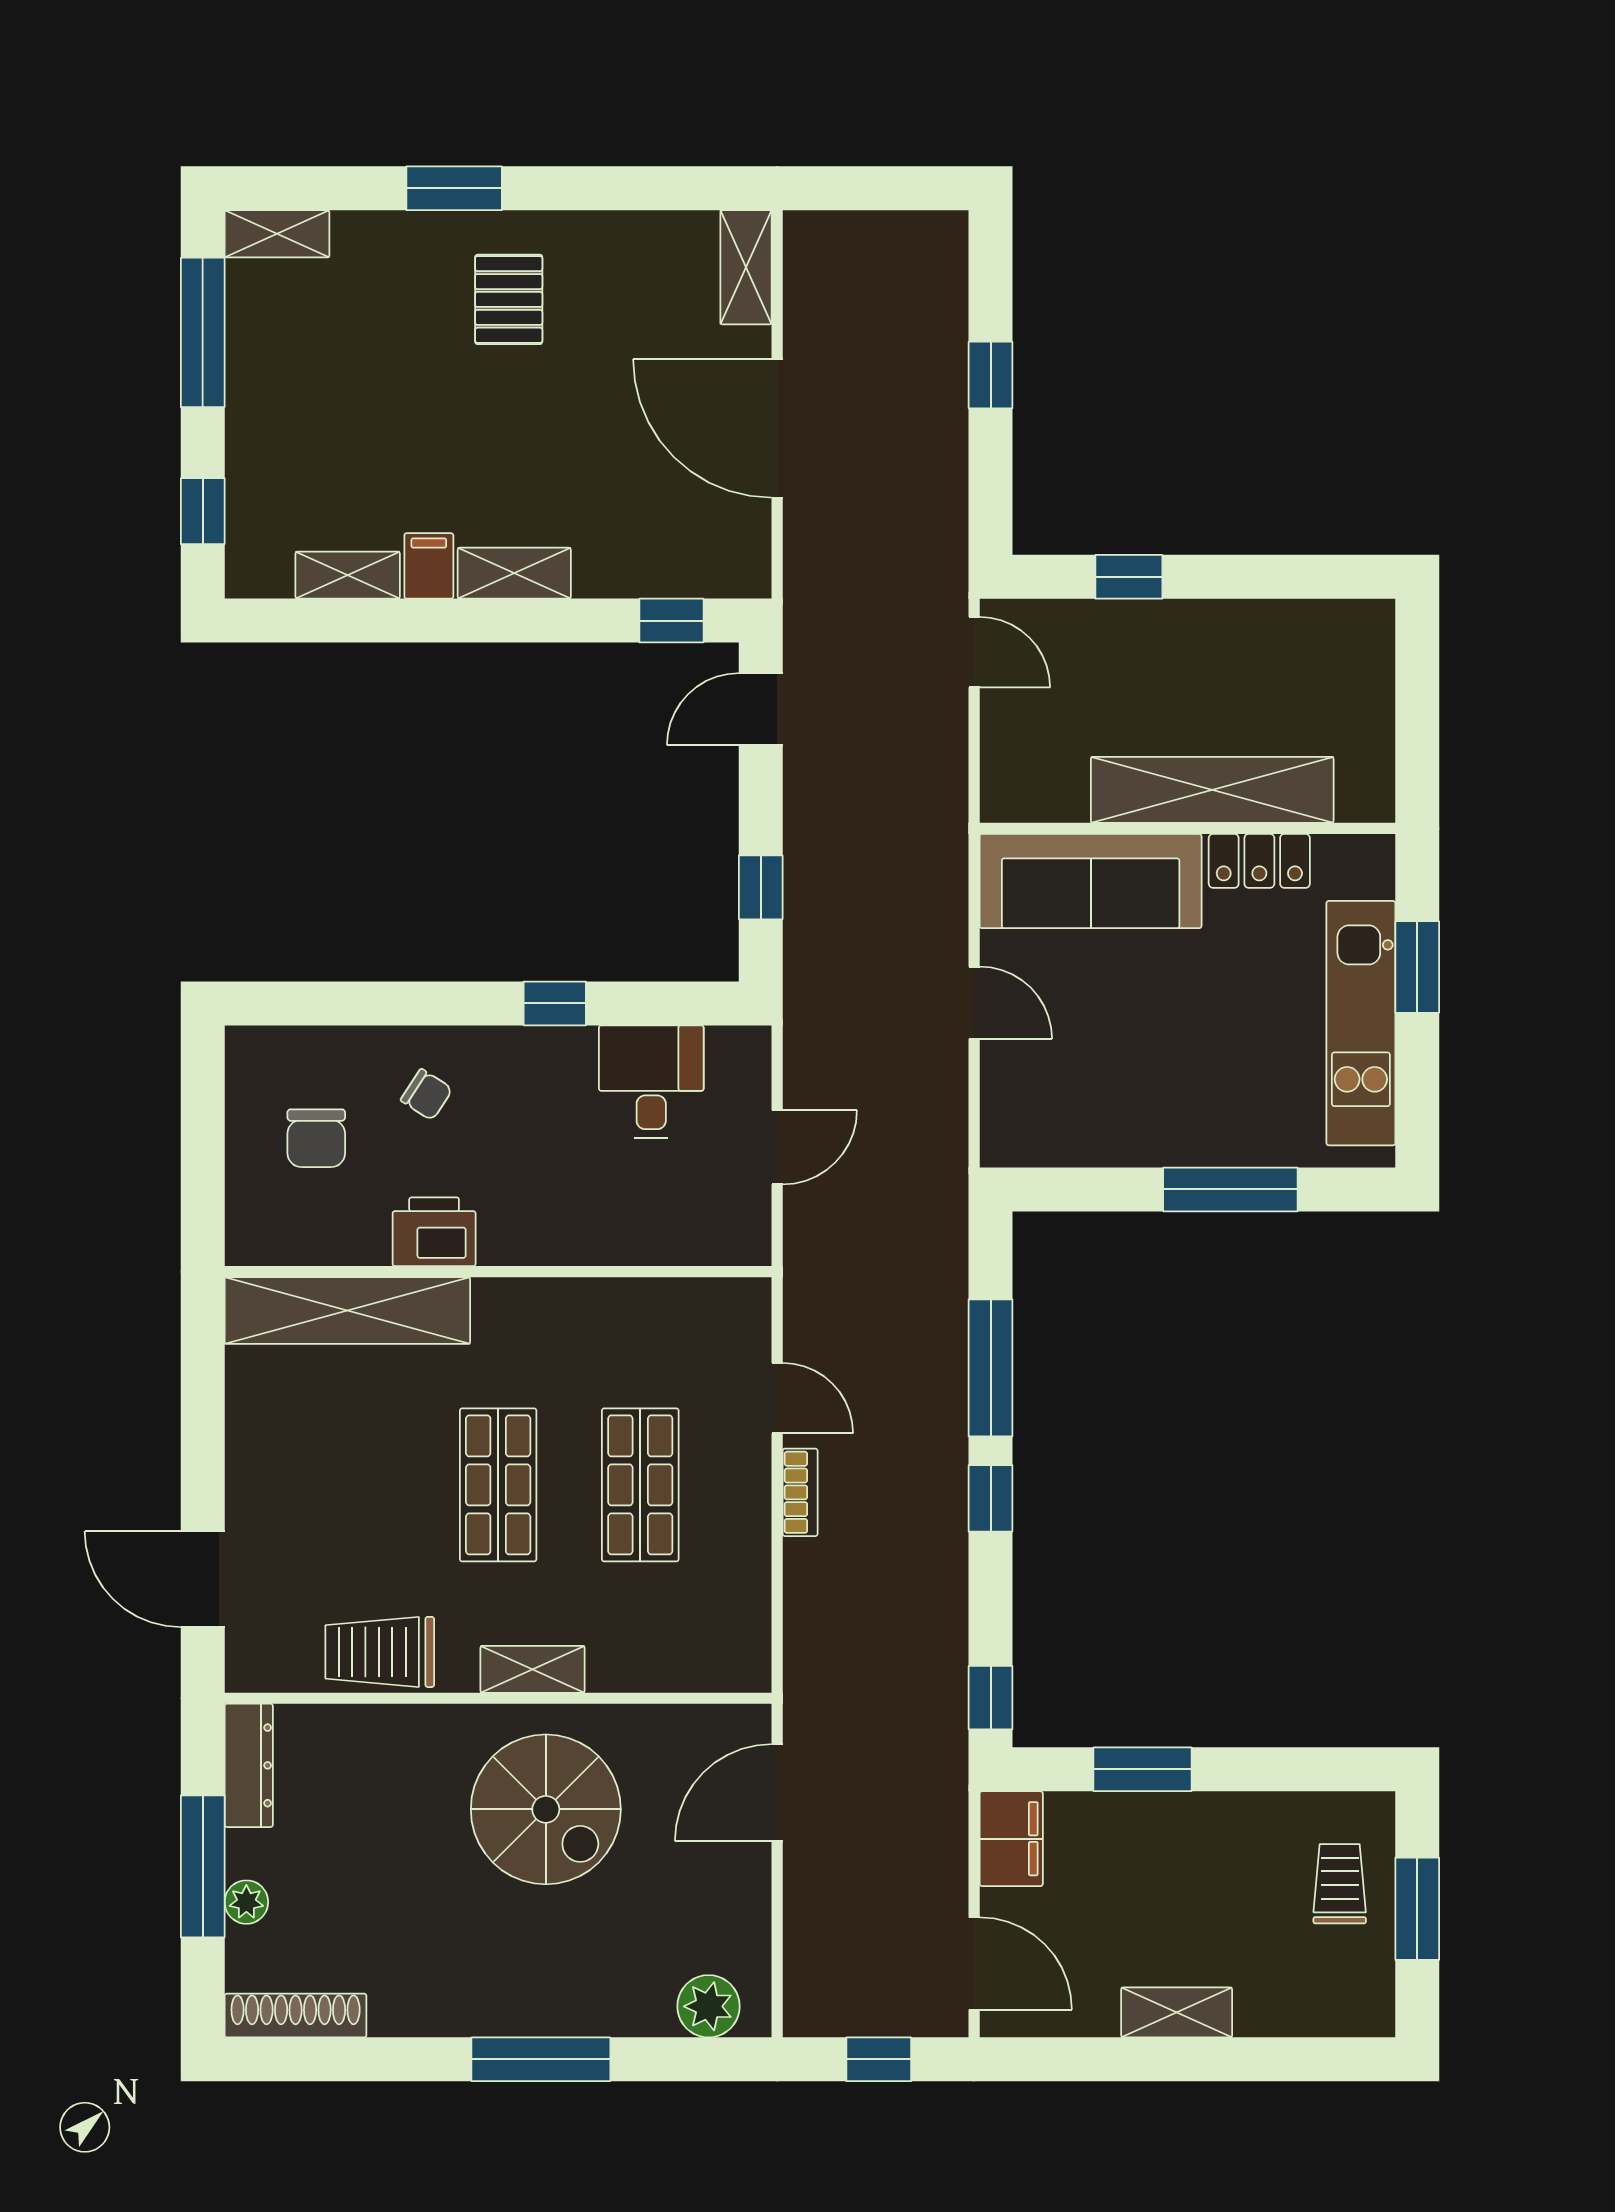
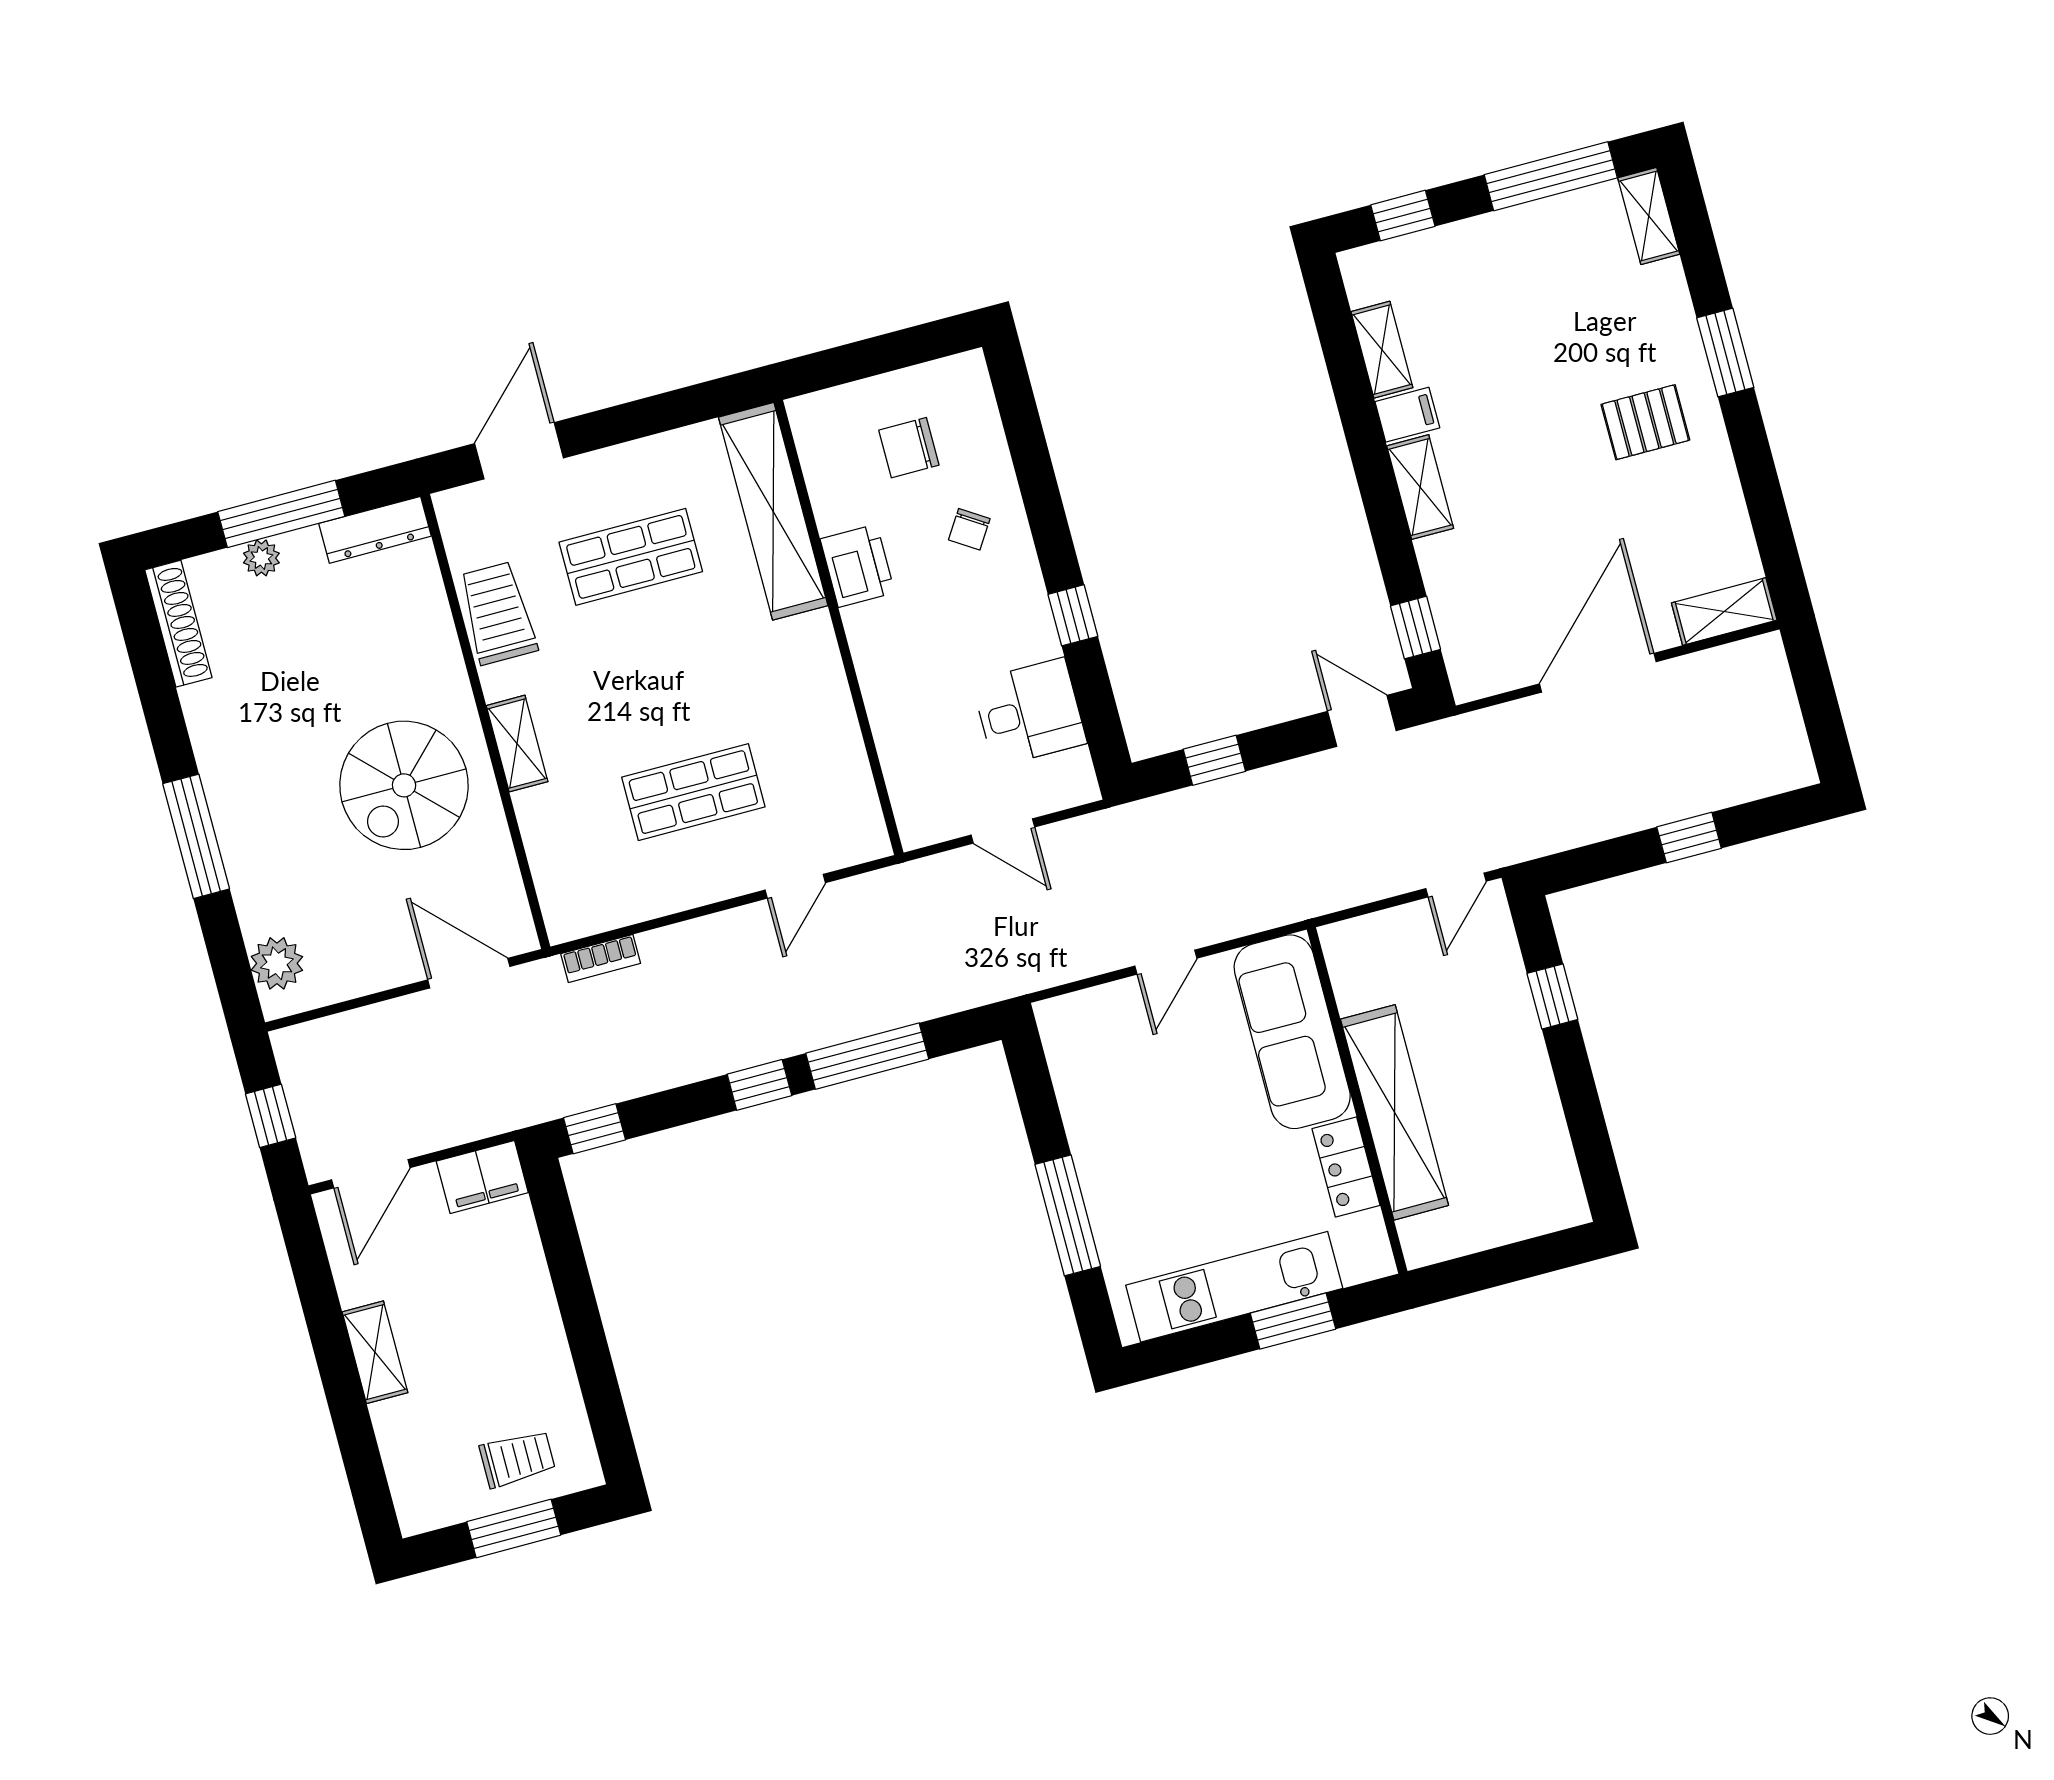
shop shelf: (498, 1485) -> (631, 557), moved
bookcase: (800, 1492) -> (601, 958), moved
window: (1142, 1769) -> (569, 1270), removed

